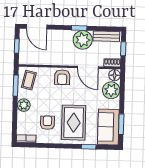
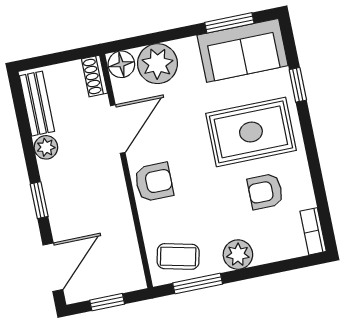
window: (79, 28) -> (39, 200), moved
plant: (83, 40) -> (46, 147), width x0.53, depth x0.53
window: (123, 49) -> (57, 58), removed

